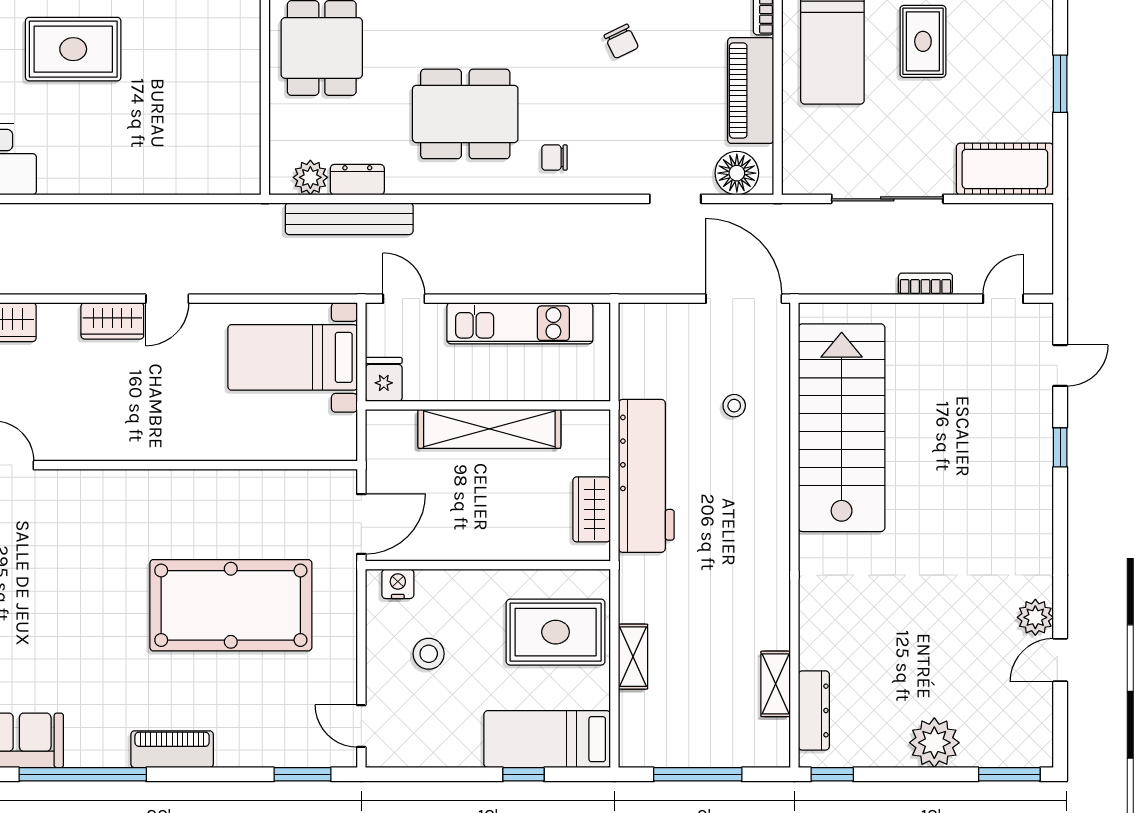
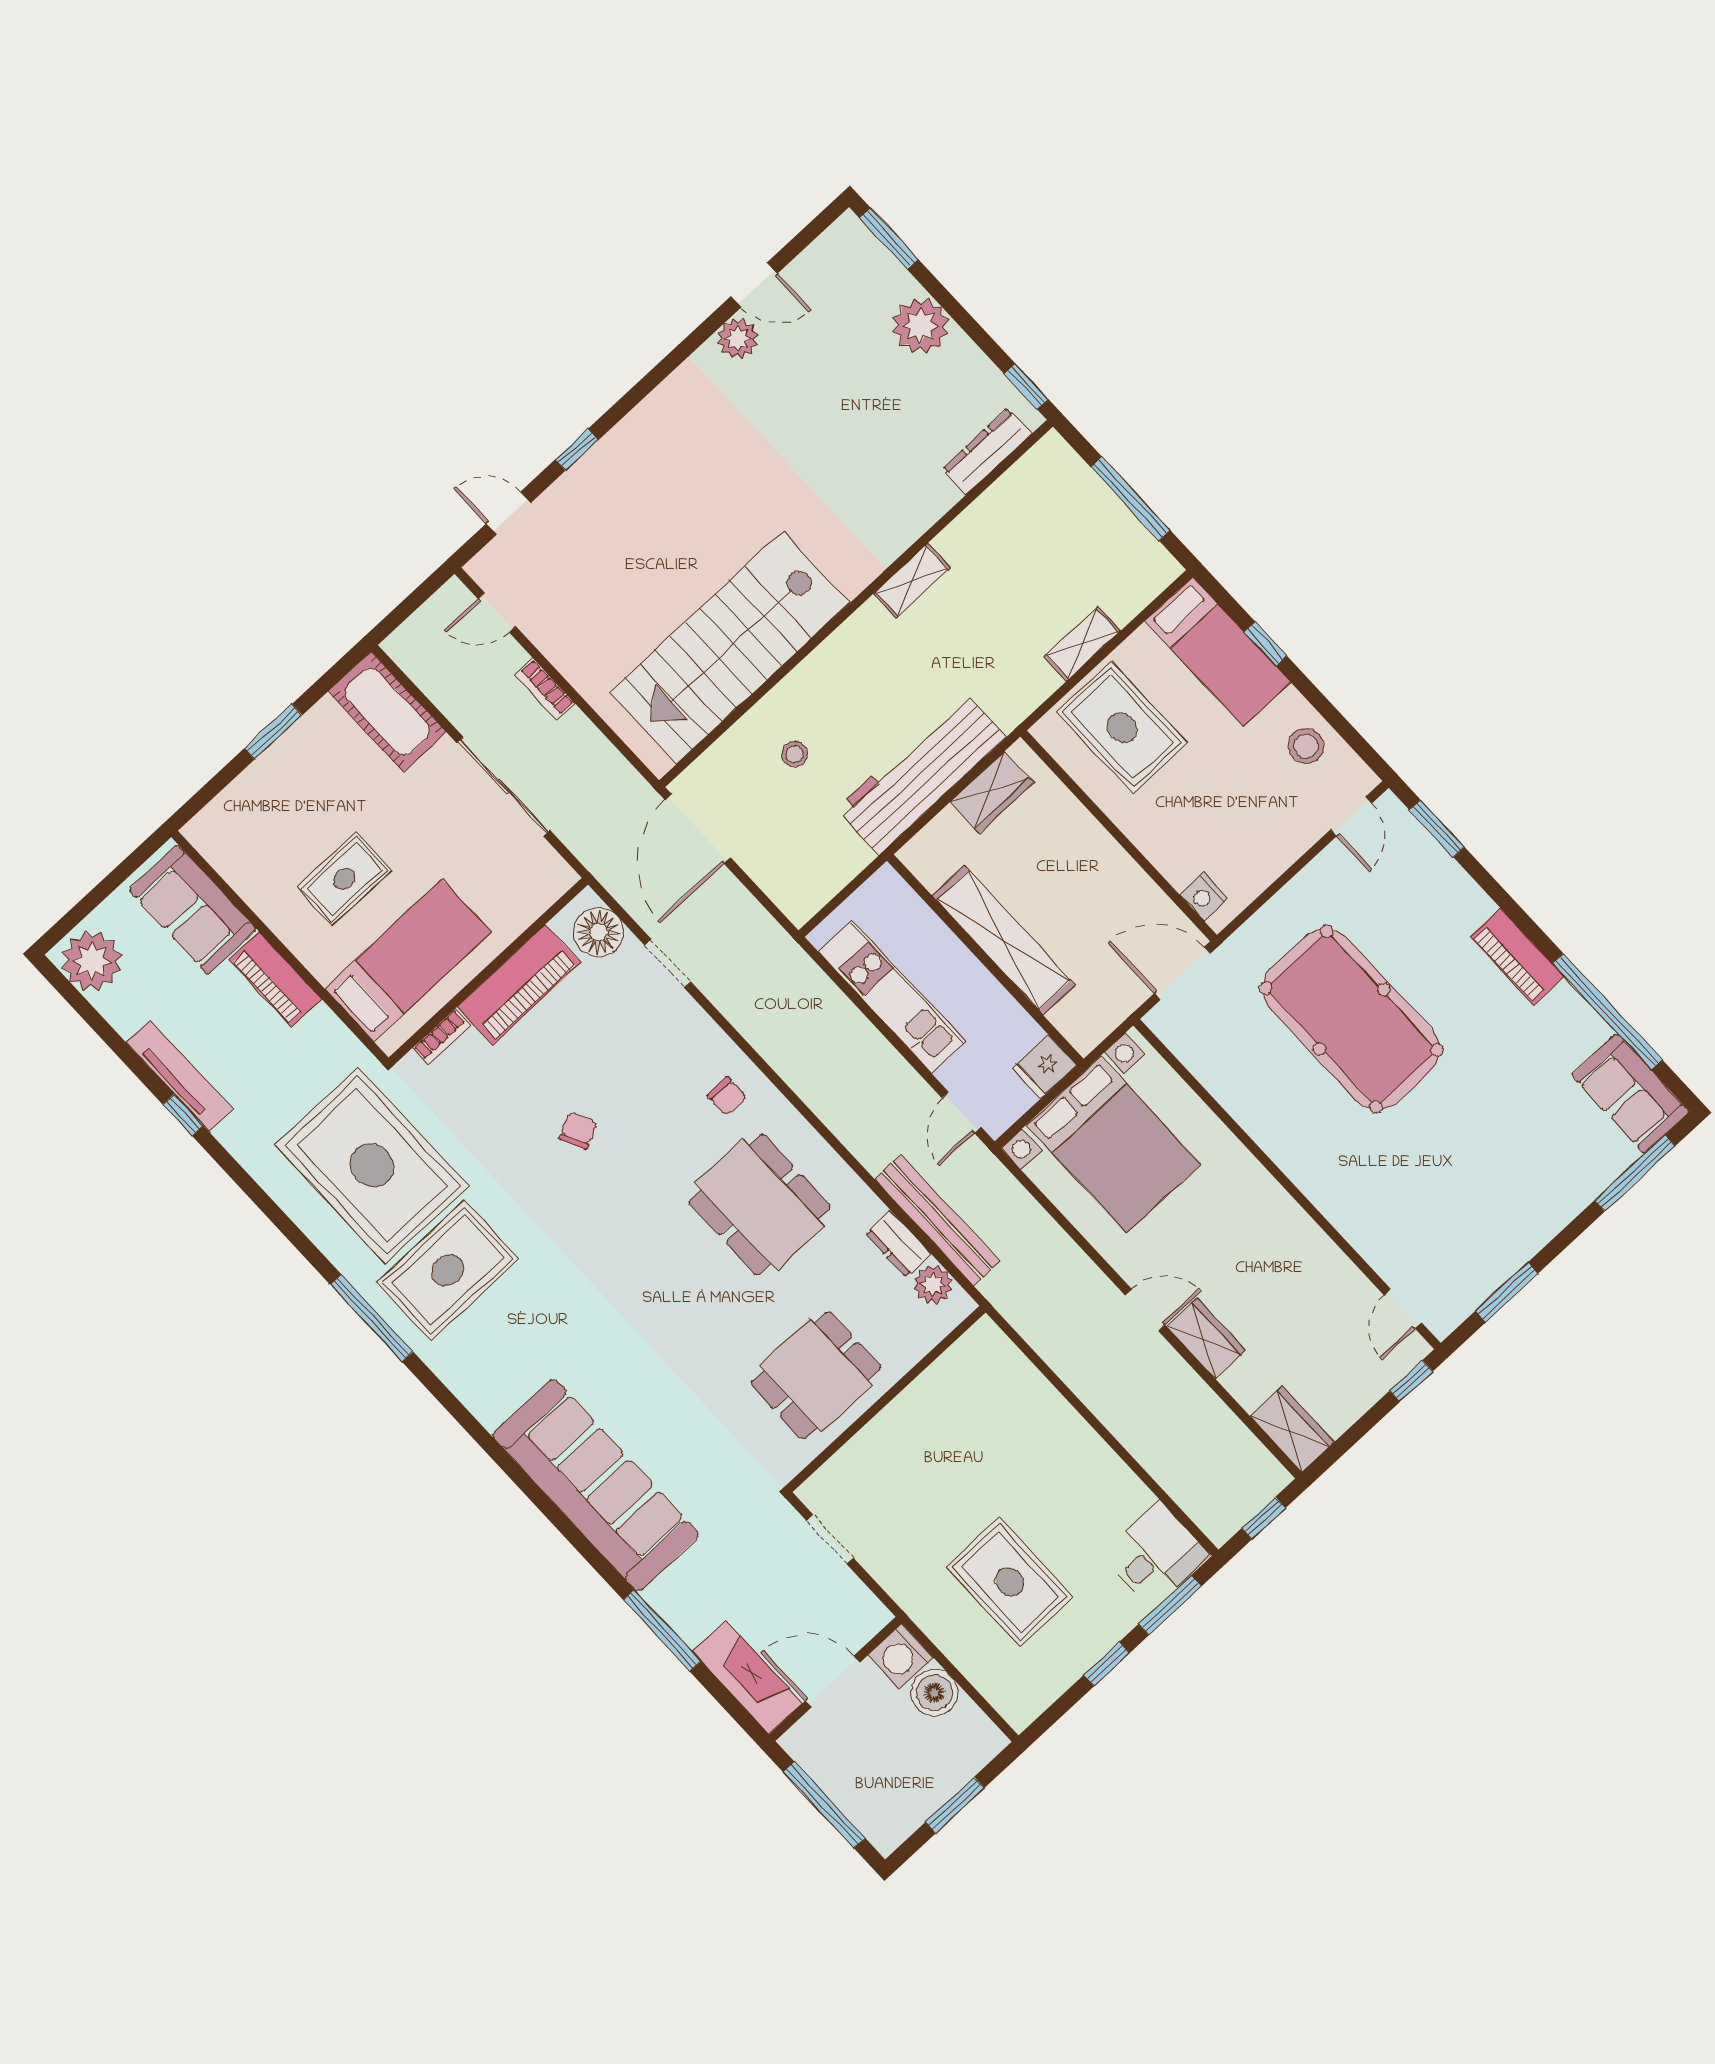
bed with nightstands: (293, 357) -> (1113, 1144), width x1.36
stool: (429, 654) -> (1306, 746), moved
shelving: (776, 684) -> (912, 581), moved

